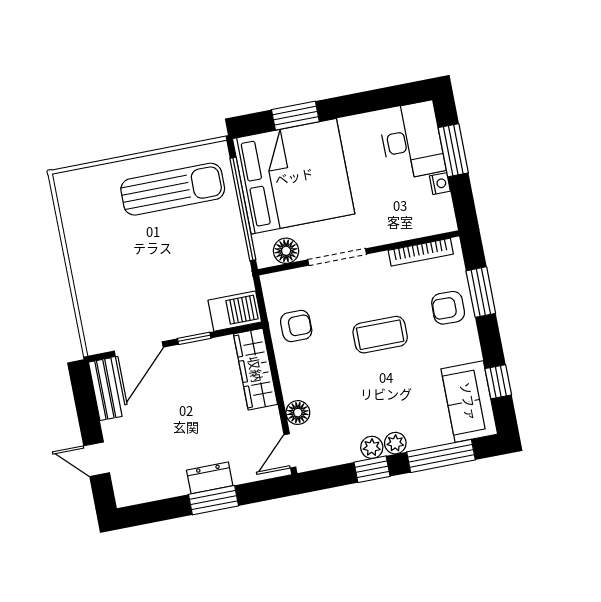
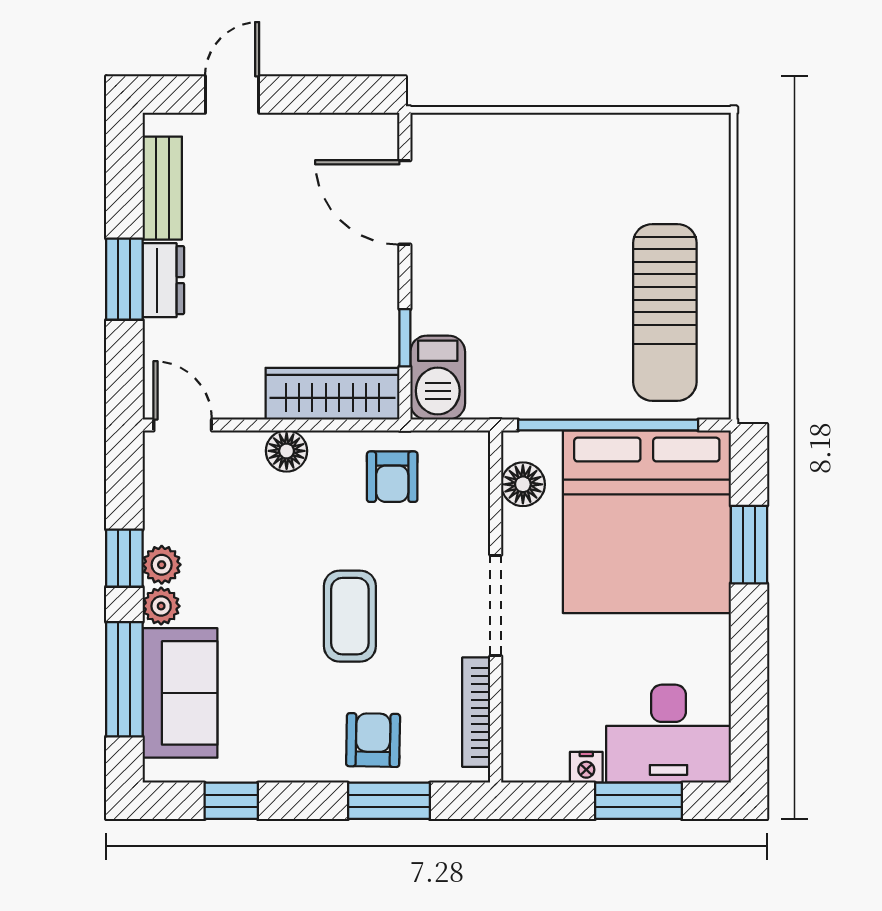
doorway: (337, 257) -> (496, 605), moved
window: (194, 338) -> (405, 338), moved
bench: (105, 389) -> (162, 188), moved, turned 90
sofa: (469, 401) -> (180, 693), moved, turned 90
floor lamp: (298, 413) -> (287, 451), moved

